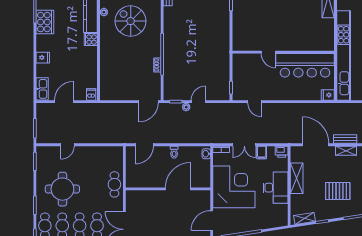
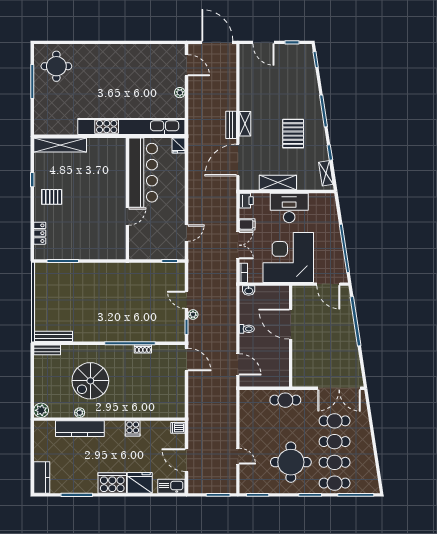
cooker: (45, 22) -> (112, 483), moved
cooker: (91, 40) -> (133, 428), moved
fridge: (43, 58) -> (140, 483), width x1.88, depth x1.34

